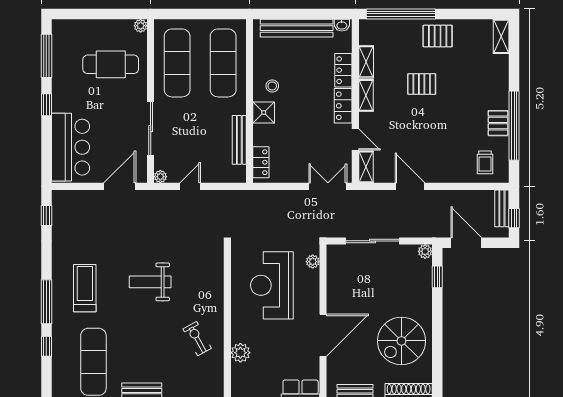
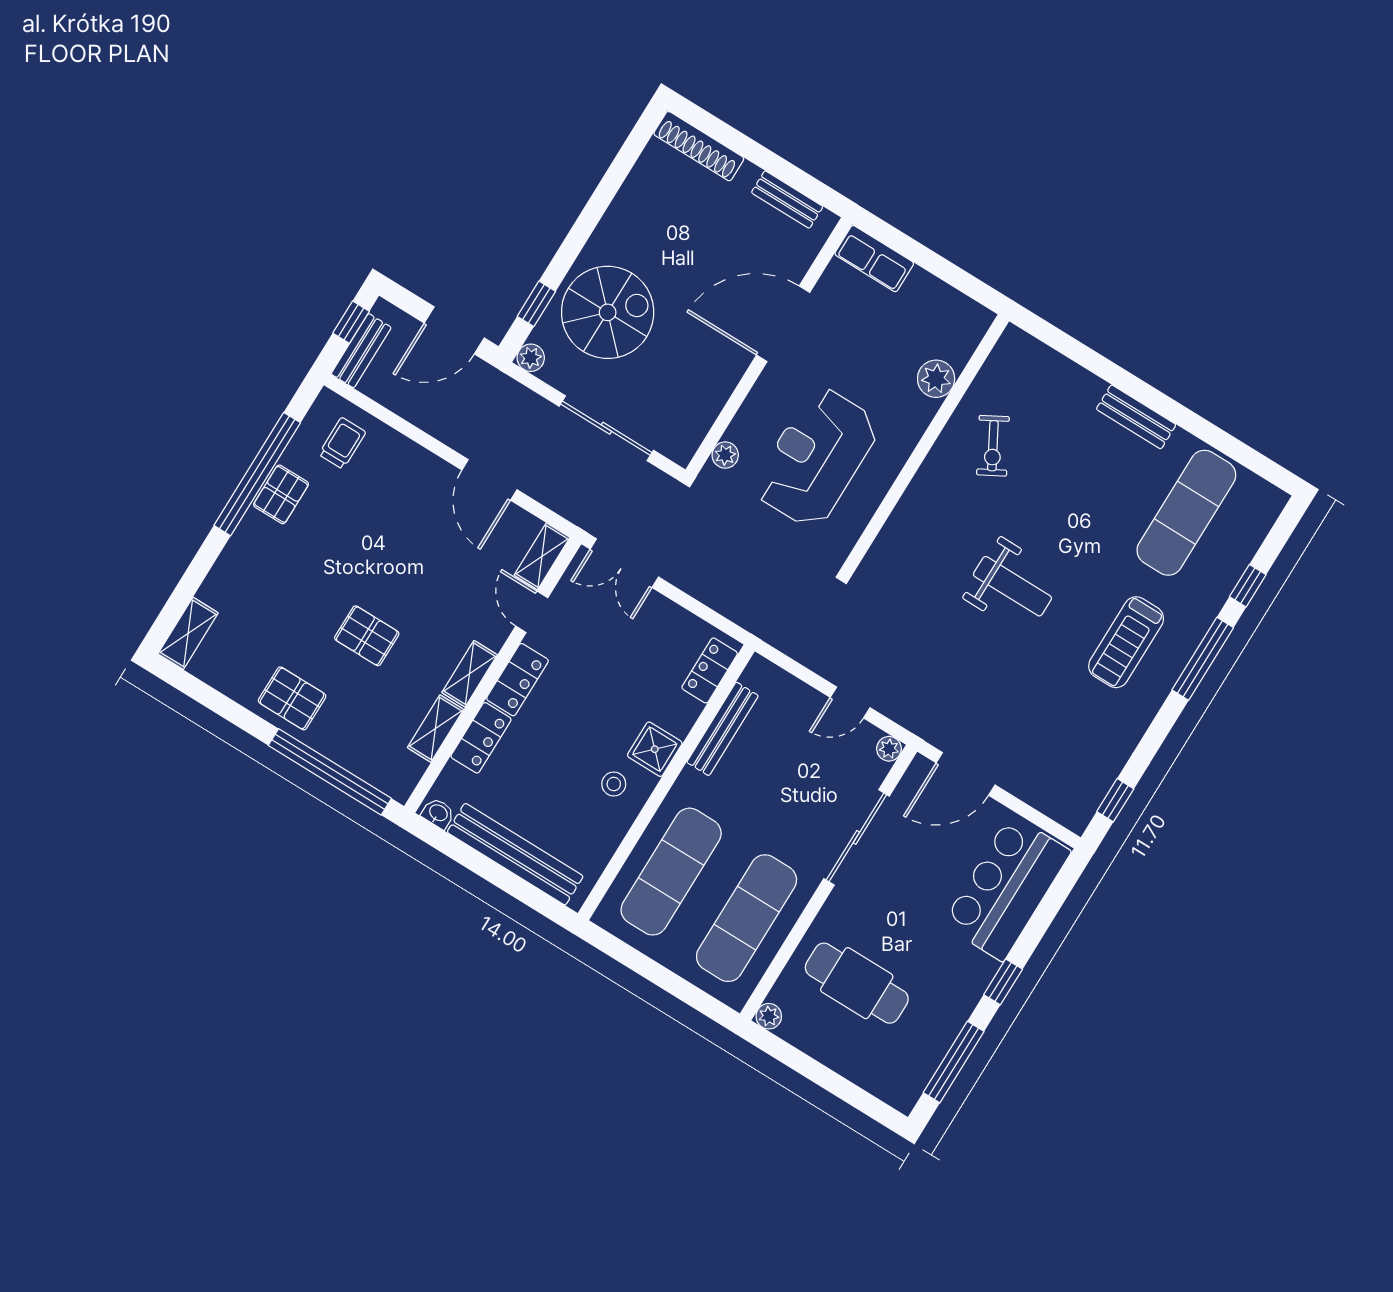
door: (466, 243) -> (454, 330), hinge flipped
reception desk: (272, 285) -> (816, 457), turned 180
spiral stairs: (401, 341) -> (608, 312), moved

